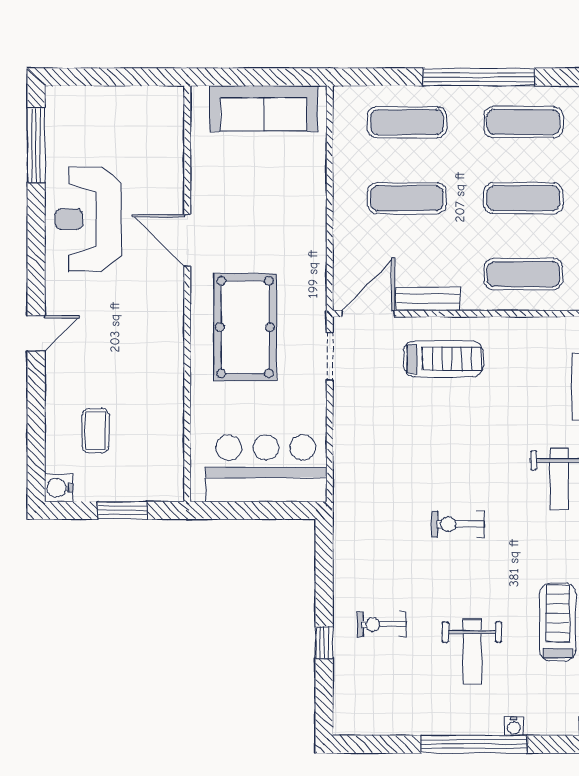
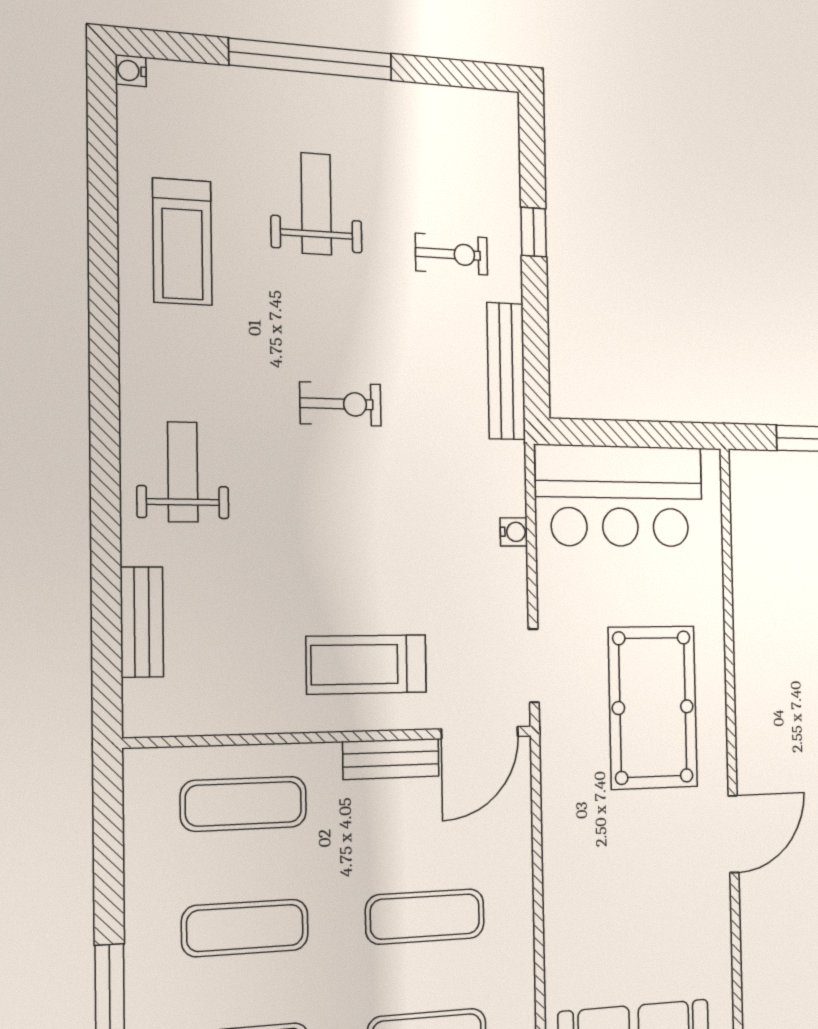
door: (187, 240) -> (733, 834), hinge flipped
bench: (345, 549) -> (506, 371), added
water cooler: (514, 726) -> (514, 532), moved, turned 90

